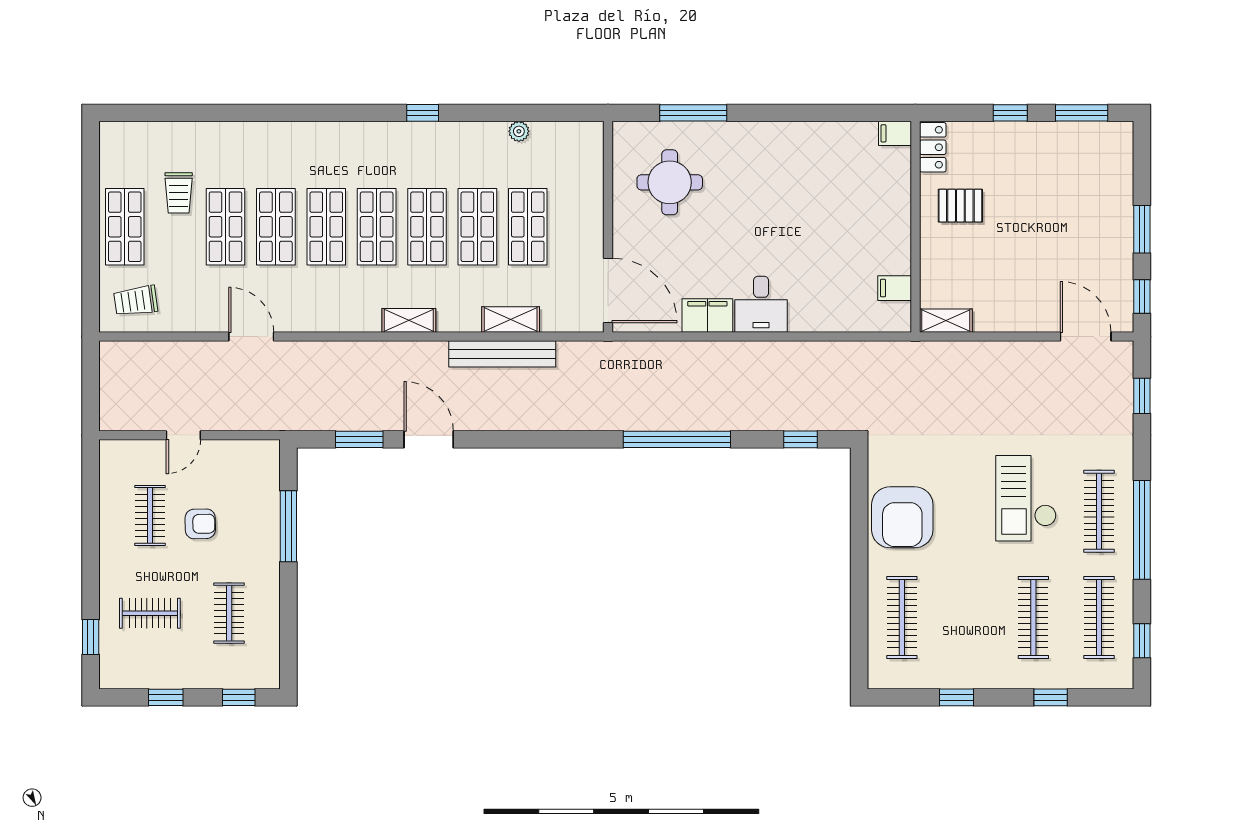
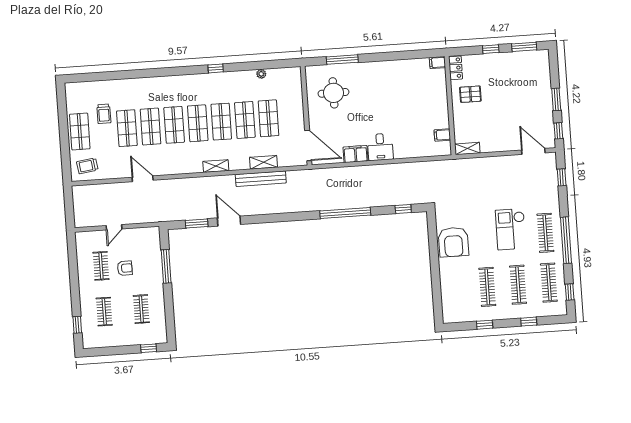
clothes rail: (150, 613) -> (104, 312), turned 90
clothes rail: (902, 617) -> (487, 287), moved
window: (166, 697) -> (114, 351), removed

